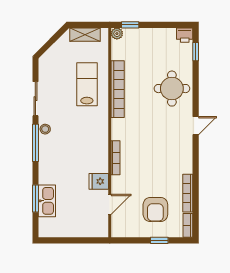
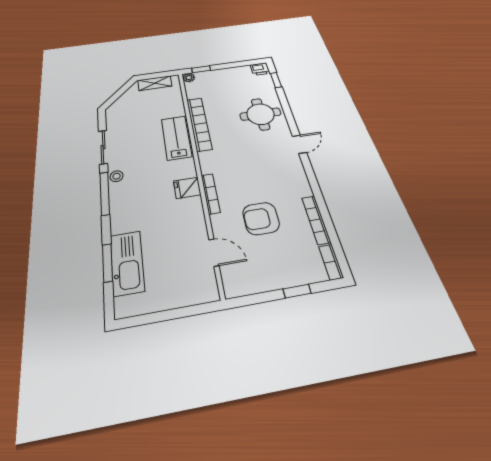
lab bench: (87, 84) -> (176, 138), moved
fridge: (99, 181) -> (187, 188), moved
kitchen sink: (47, 201) -> (127, 263), width x1.36, depth x1.24
door: (110, 204) -> (214, 252), hinge flipped
armchair: (155, 210) -> (261, 218), moved, turned 90

